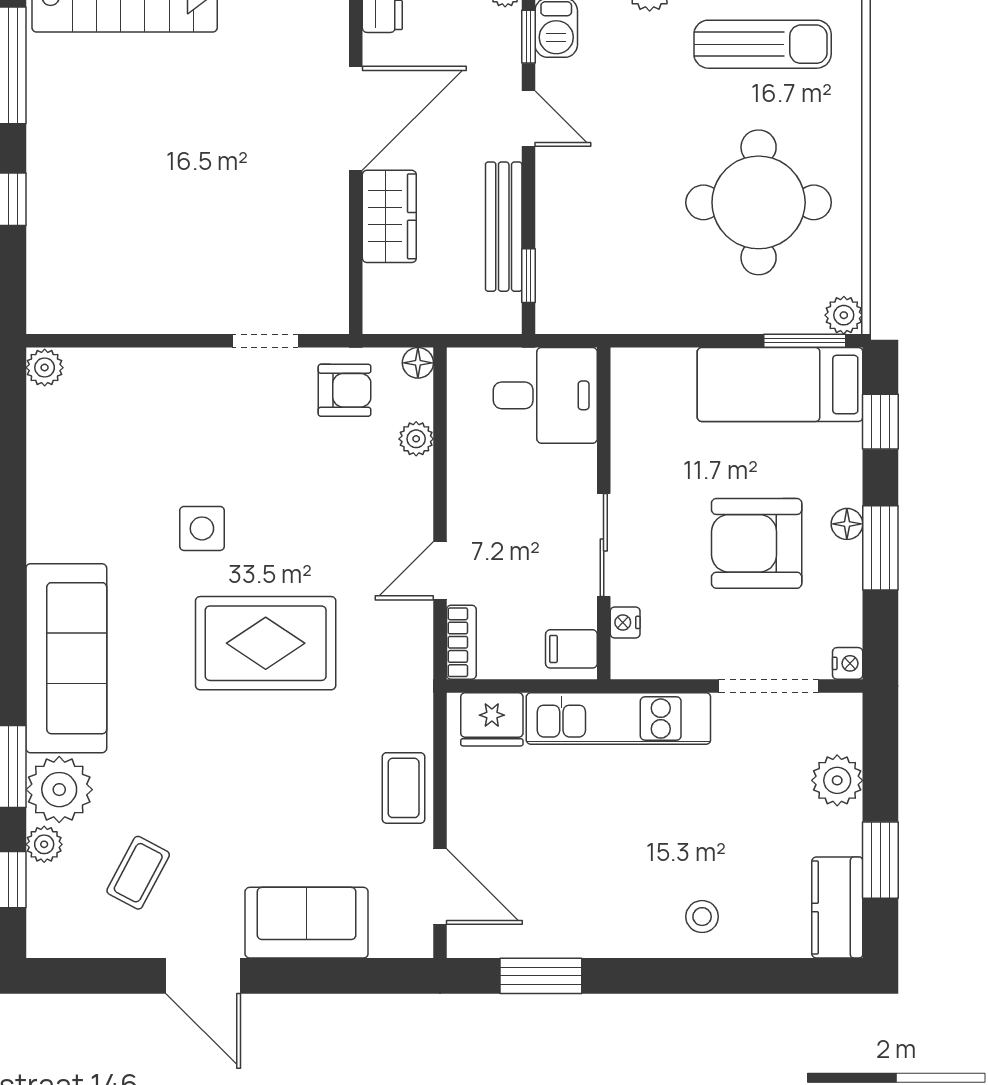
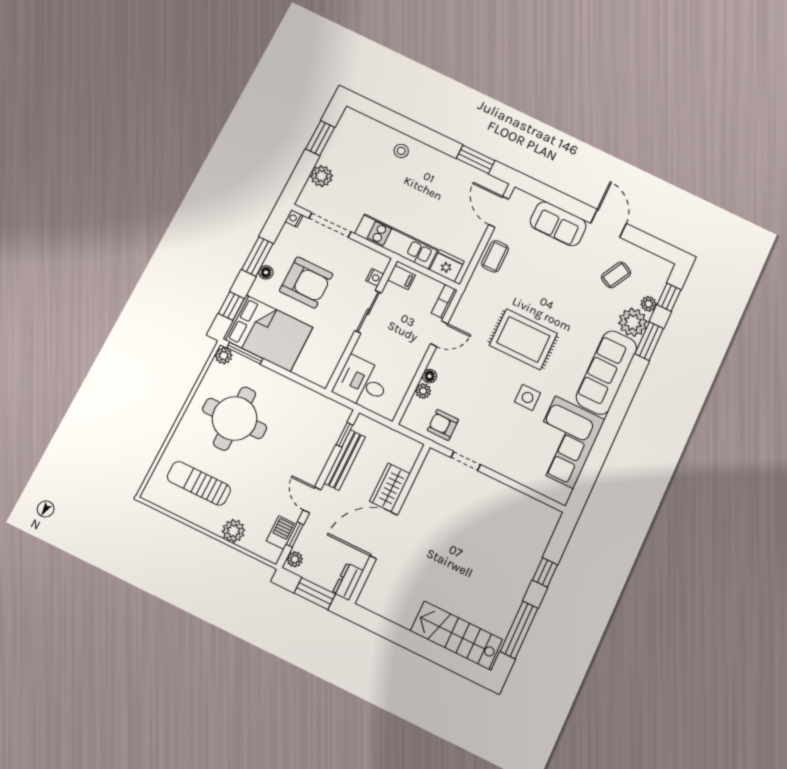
floor lamp: (418, 363) -> (430, 376), moved
plant: (45, 368) -> (562, 494), removed
bed: (780, 384) -> (268, 333), width x1.50
corner sofa: (87, 475) -> (564, 442), added
kitchen counter: (837, 907) -> (346, 129), removed

